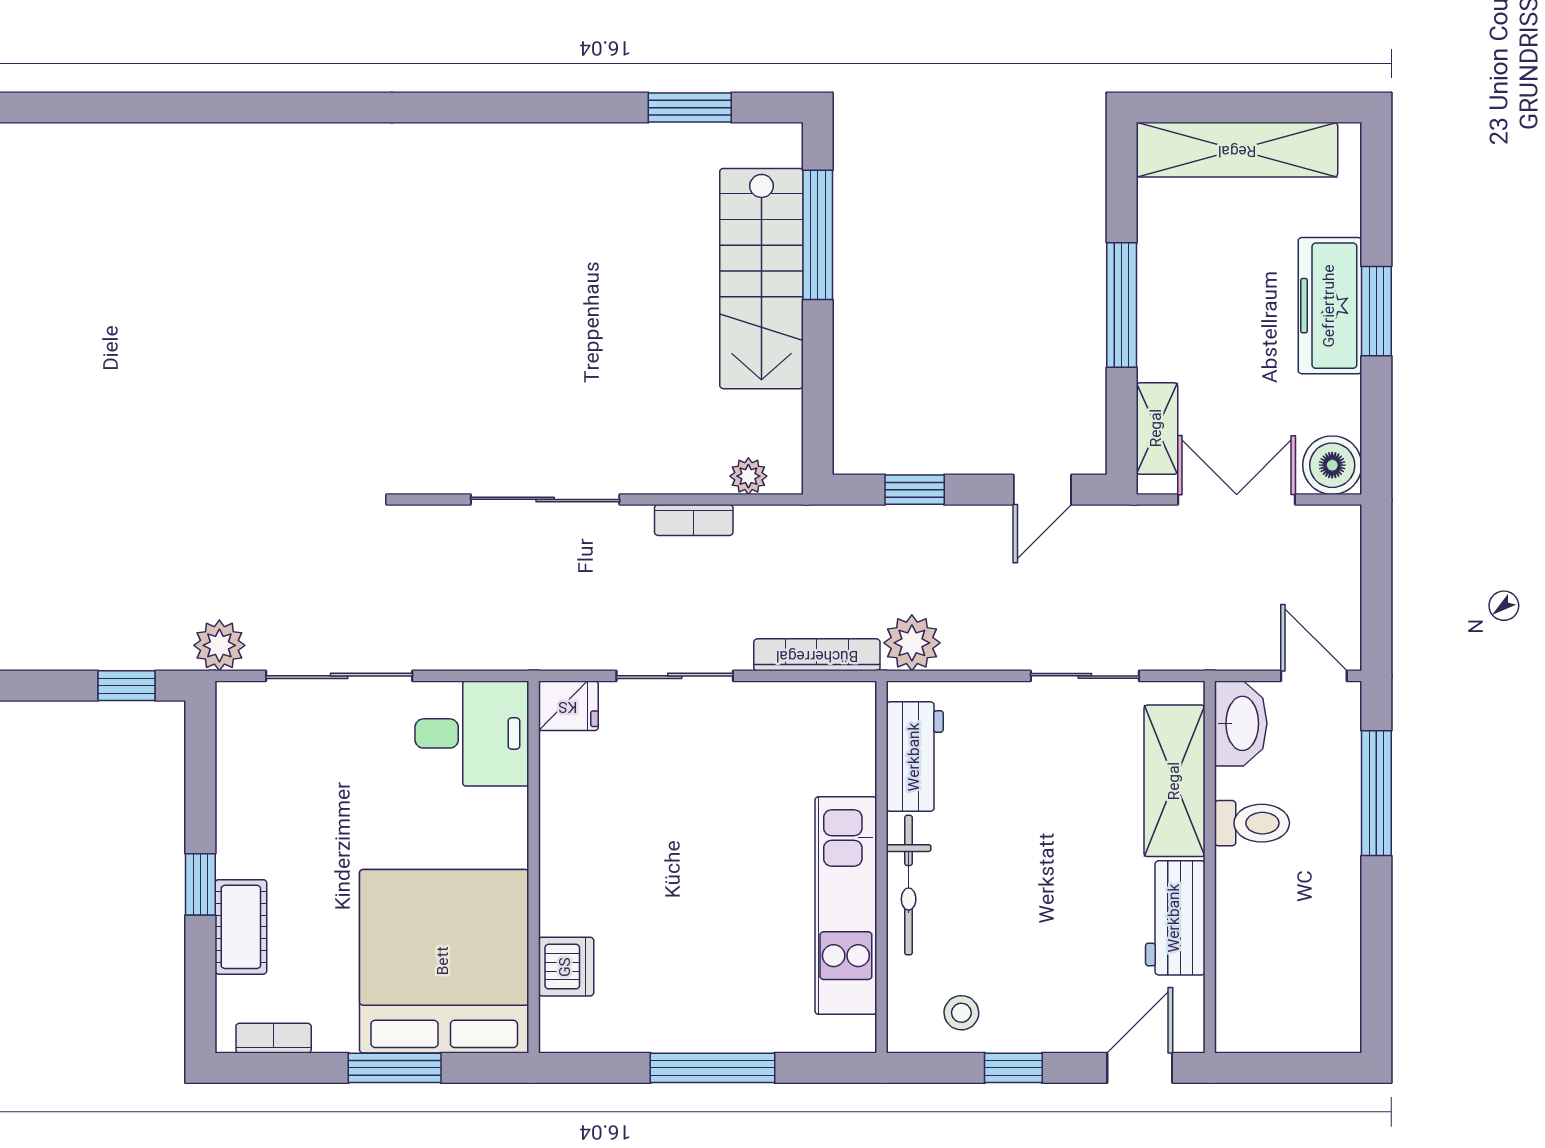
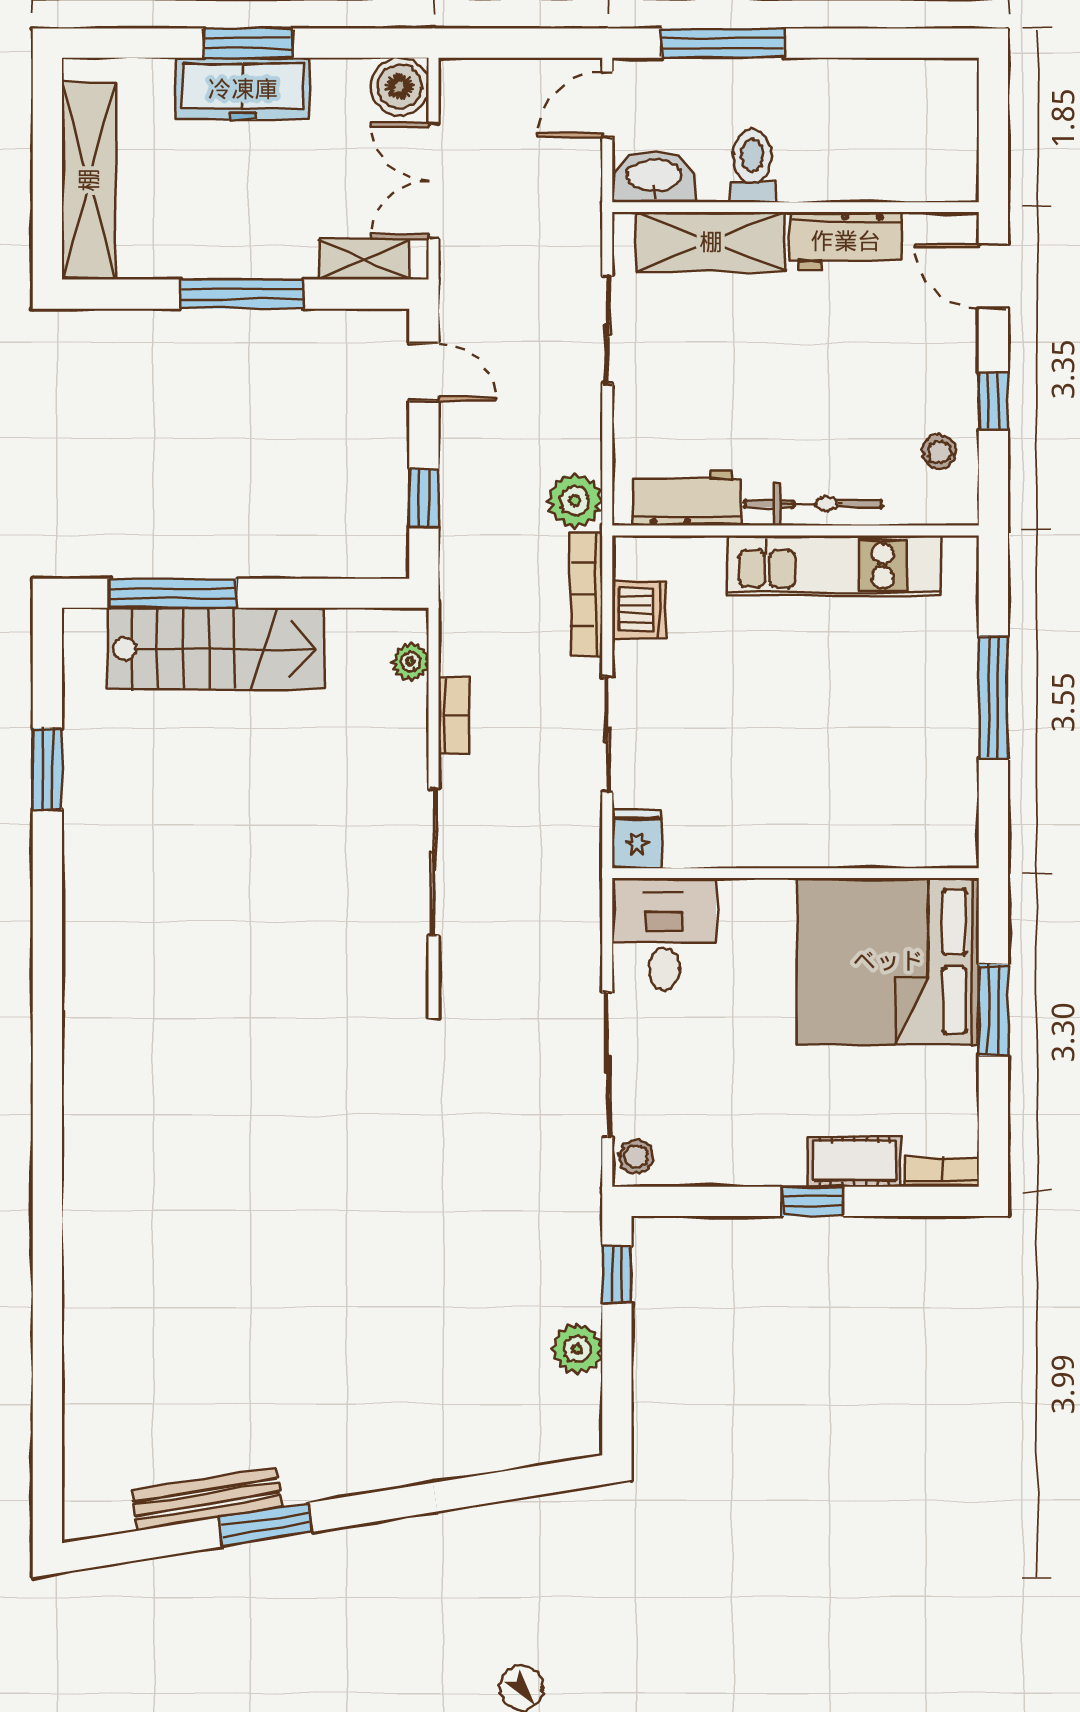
window: (690, 108) -> (47, 769), moved
plant: (219, 645) -> (577, 1349), moved
stool: (246, 705) -> (636, 1157), added
dishwasher: (566, 967) -> (639, 609), moved, turned 90
bookcase: (274, 1038) -> (942, 1172), moved, turned 90

